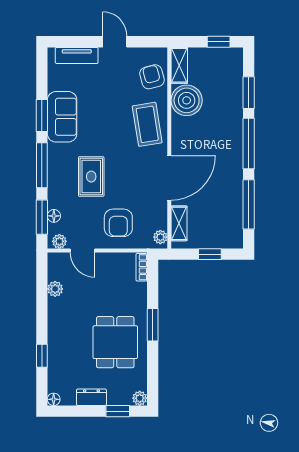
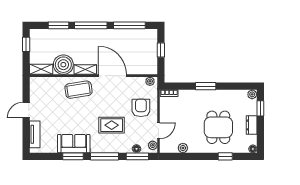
armchair: (152, 77) -> (48, 87), removed
armchair: (118, 223) -> (141, 108), turned -90
shelving: (179, 223) -> (85, 69), moved
dining table: (115, 342) -> (218, 127), moved, turned 90

